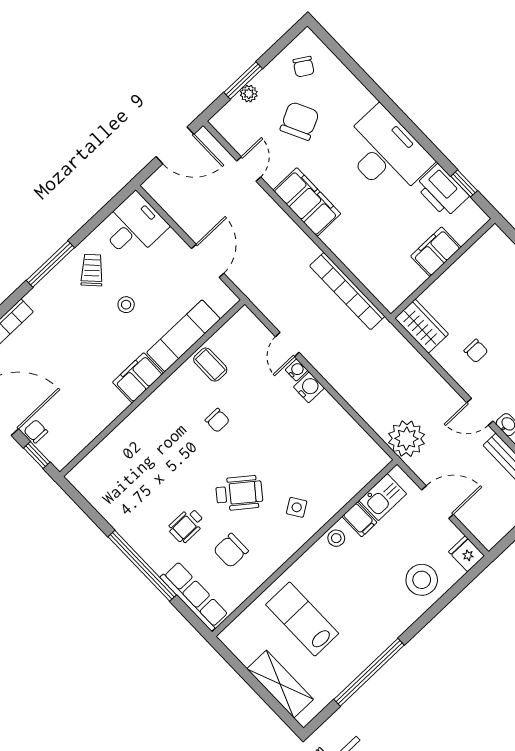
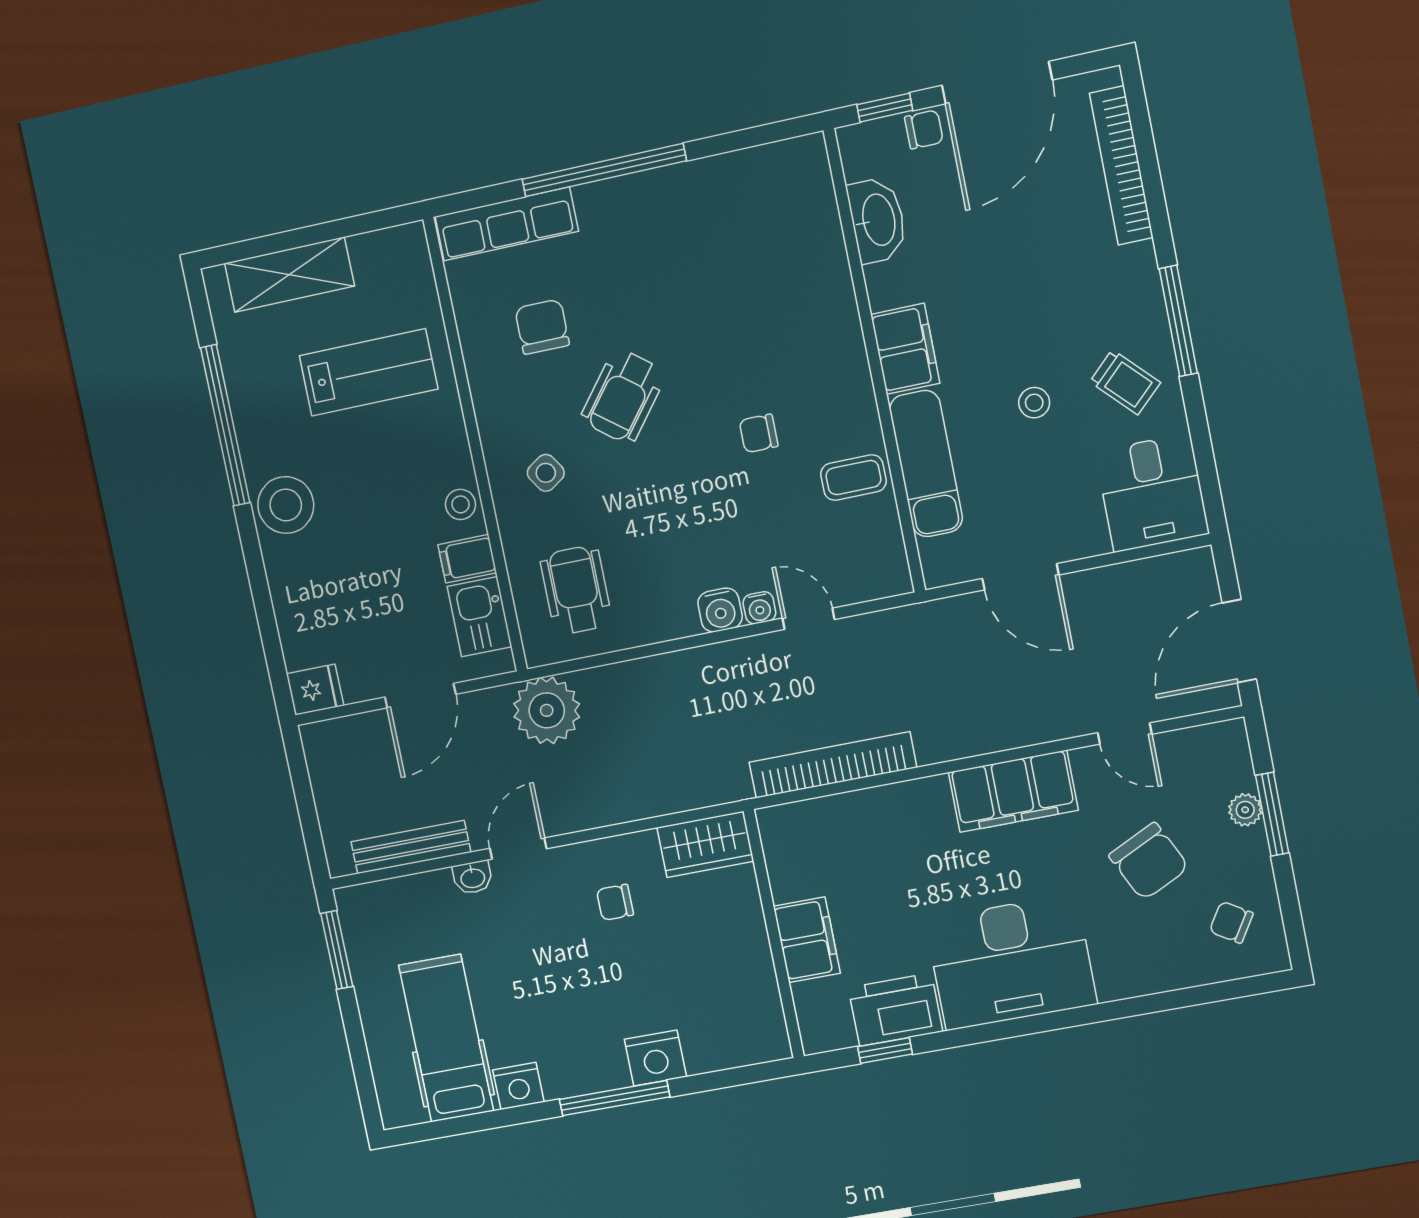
washbasin: (88, 427) -> (877, 220), added
wheelchair: (186, 525) -> (576, 590), moved, width x1.36, depth x1.37
stool: (422, 580) -> (286, 505), moved

